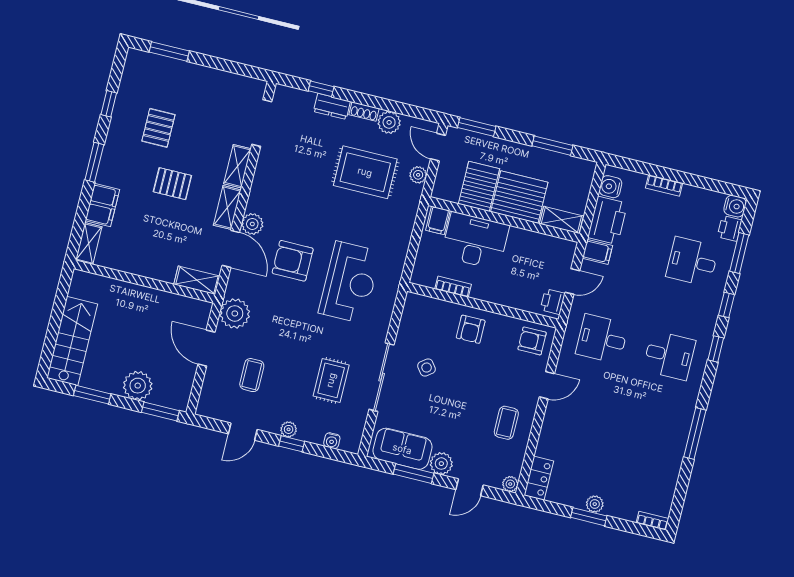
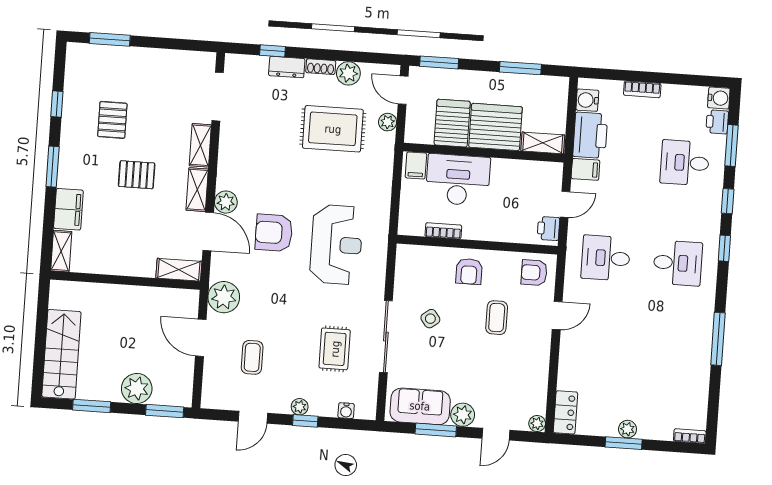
coffee table: (506, 423) -> (497, 318), moved

